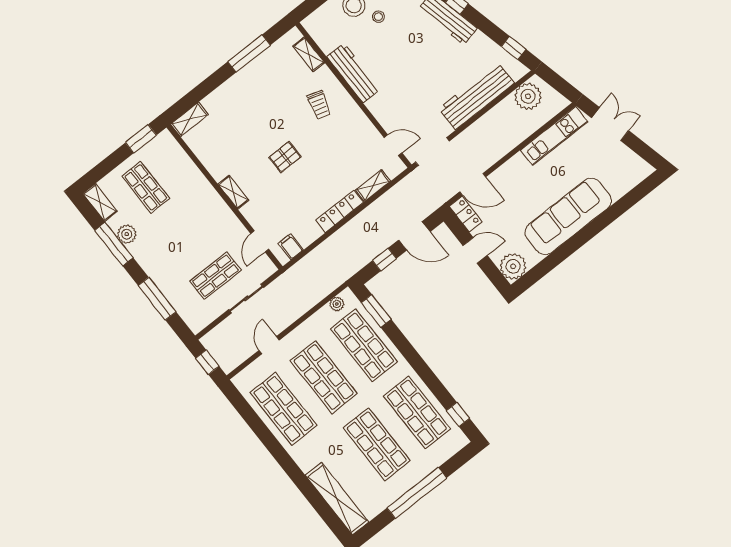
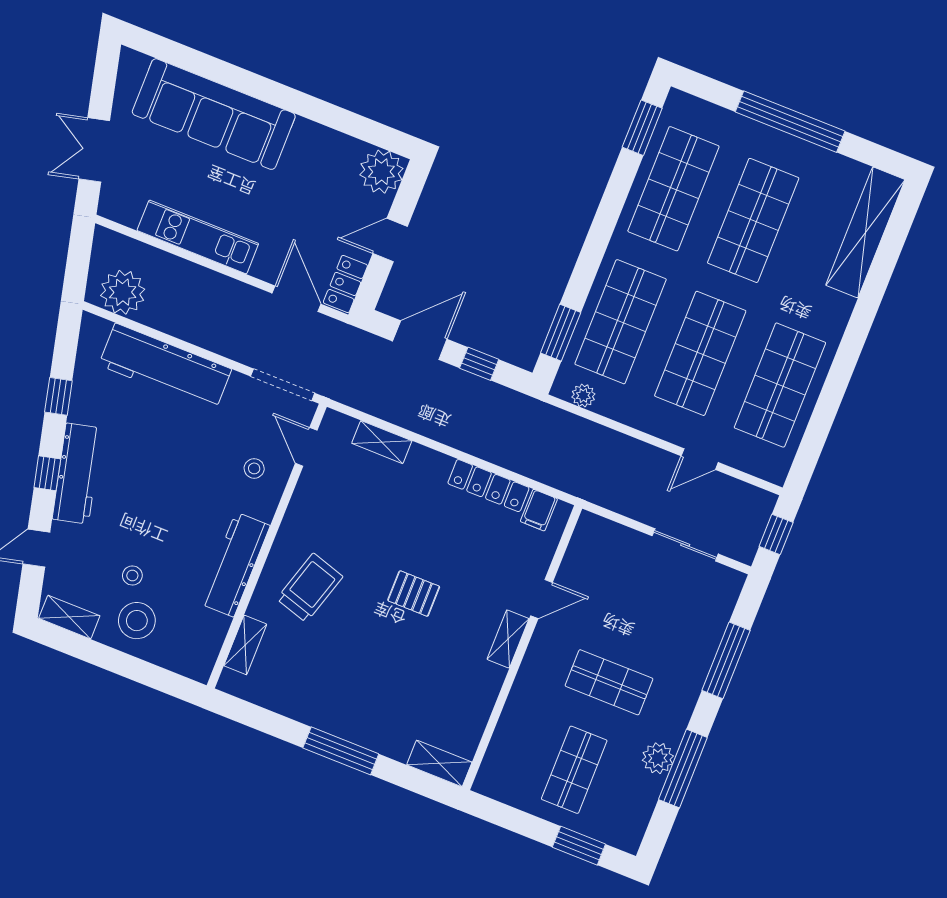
window: (514, 48) -> (58, 396), moved
window: (249, 53) -> (341, 751), moved
trolley: (319, 105) -> (310, 588), width x1.36, depth x1.39
stool: (397, 112) -> (254, 468), added
kitchen unit: (554, 136) -> (198, 237), moved
window: (141, 139) -> (579, 846), moved
shelving: (100, 203) -> (634, 823), removed
locker: (340, 211) -> (488, 486), moved
sofa: (568, 216) -> (214, 114), moved
door: (414, 236) -> (420, 340), hinge flipped
door: (260, 241) -> (541, 599), moved
door: (475, 250) -> (390, 240), hinge flipped
shop shelf: (216, 276) -> (609, 682), moved
sliding door: (246, 299) -> (685, 545), moved
window: (458, 414) -> (642, 128), width x1.50

